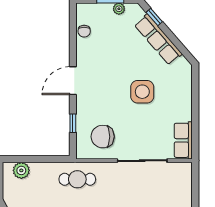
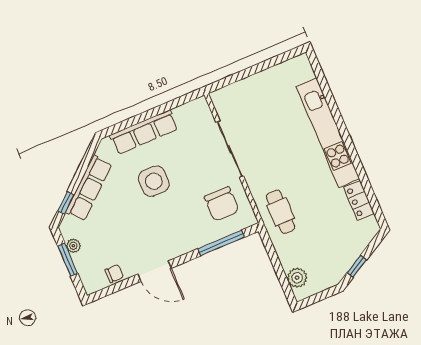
door: (73, 81) -> (155, 271), moved
window: (73, 123) -> (221, 243), width x2.17
row of seats: (183, 140) -> (144, 132), moved, width x1.48

